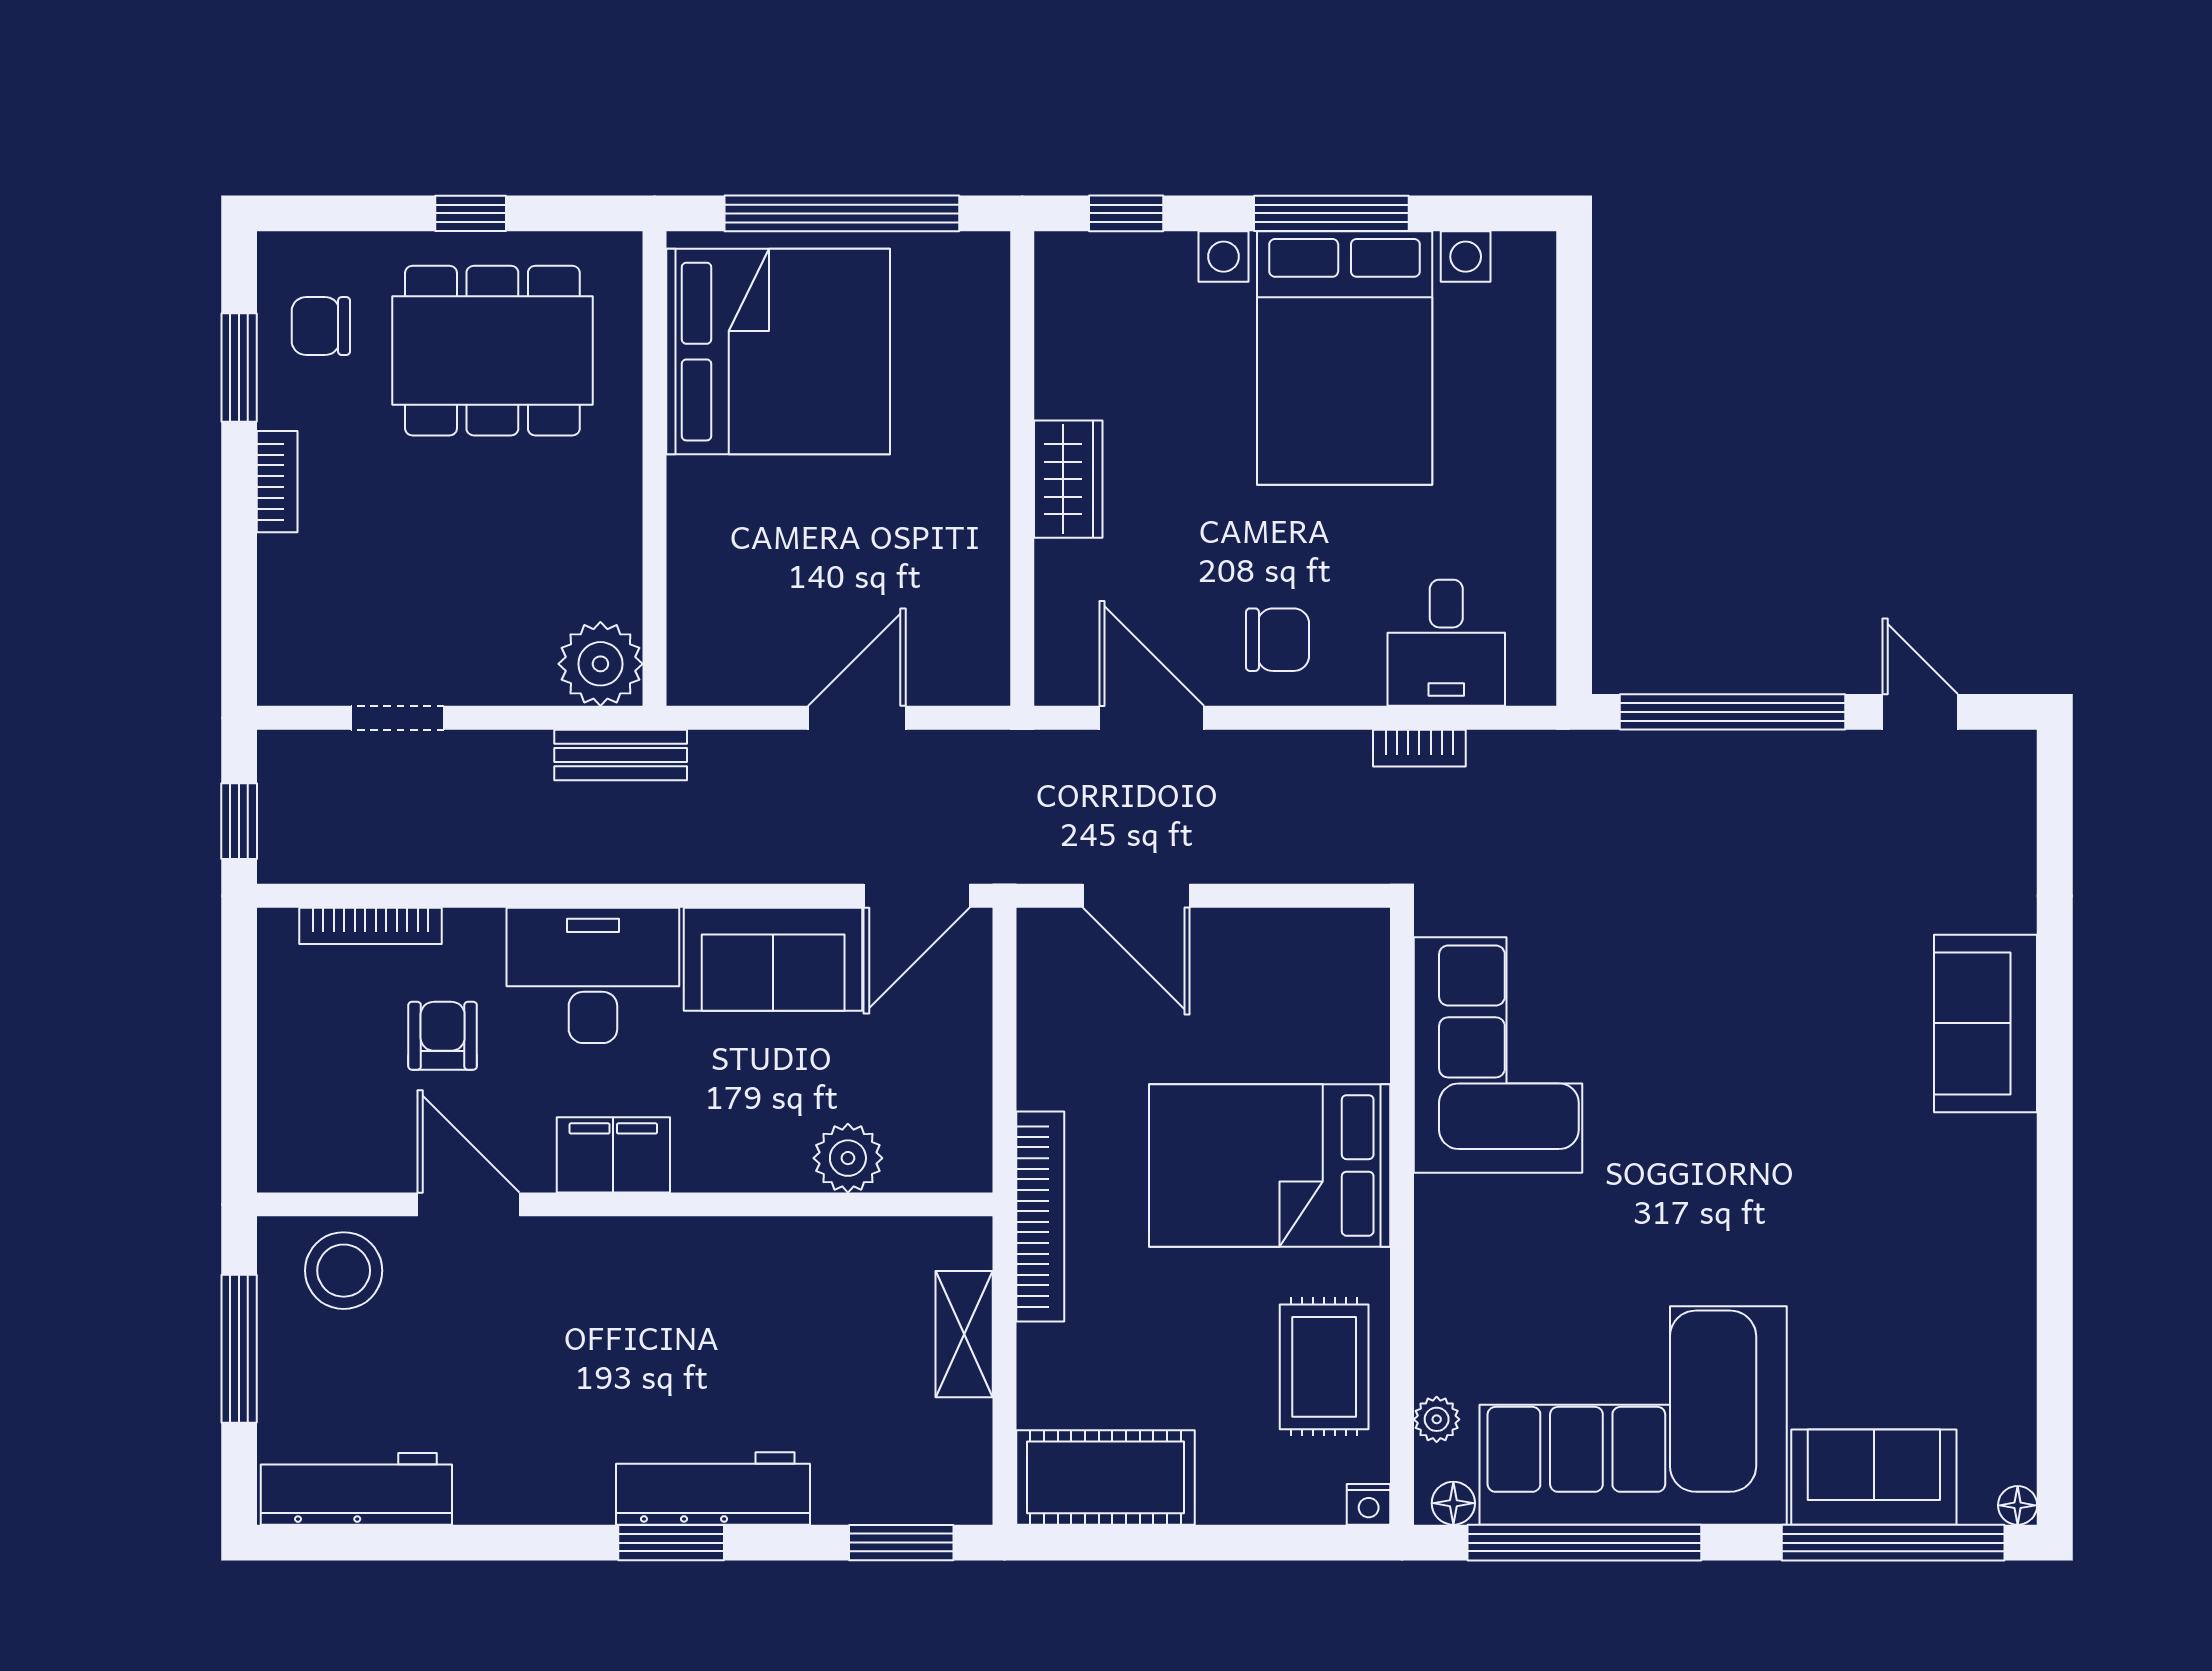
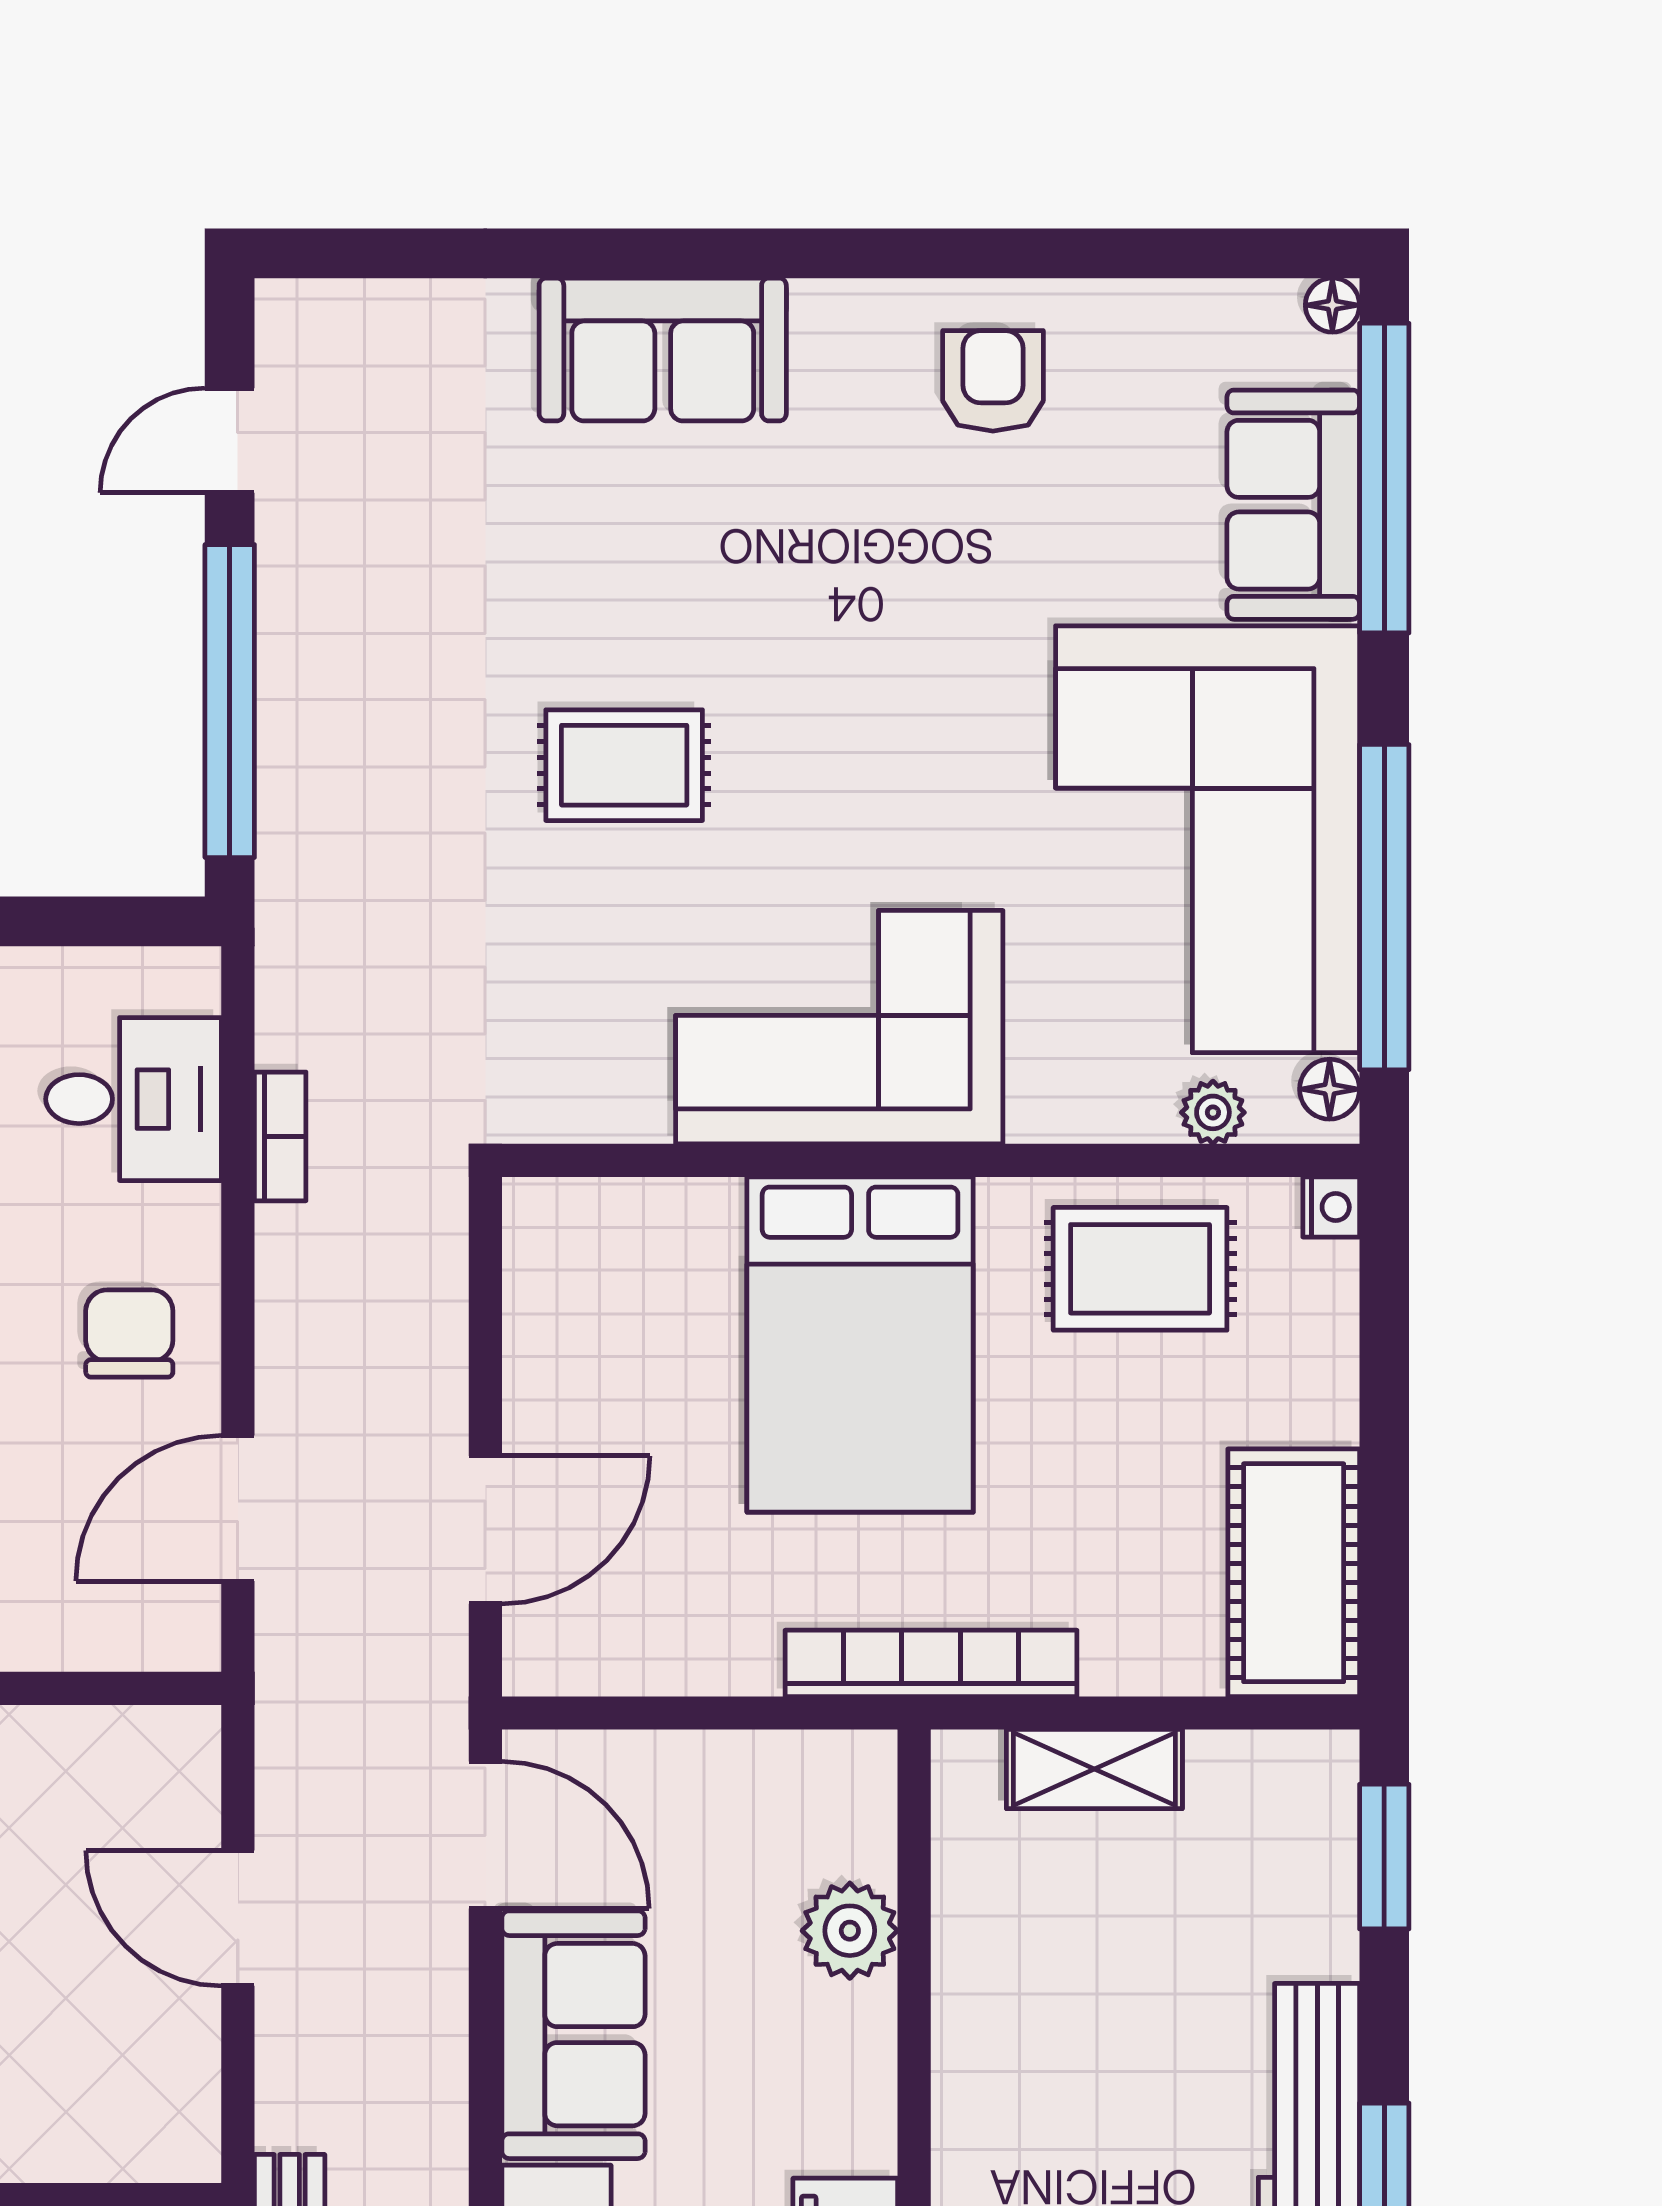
rug: (1686, 996) -> (624, 765), added
corner sofa: (1498, 1055) -> (839, 1027), moved
armchair: (1963, 1261) -> (993, 381), added

